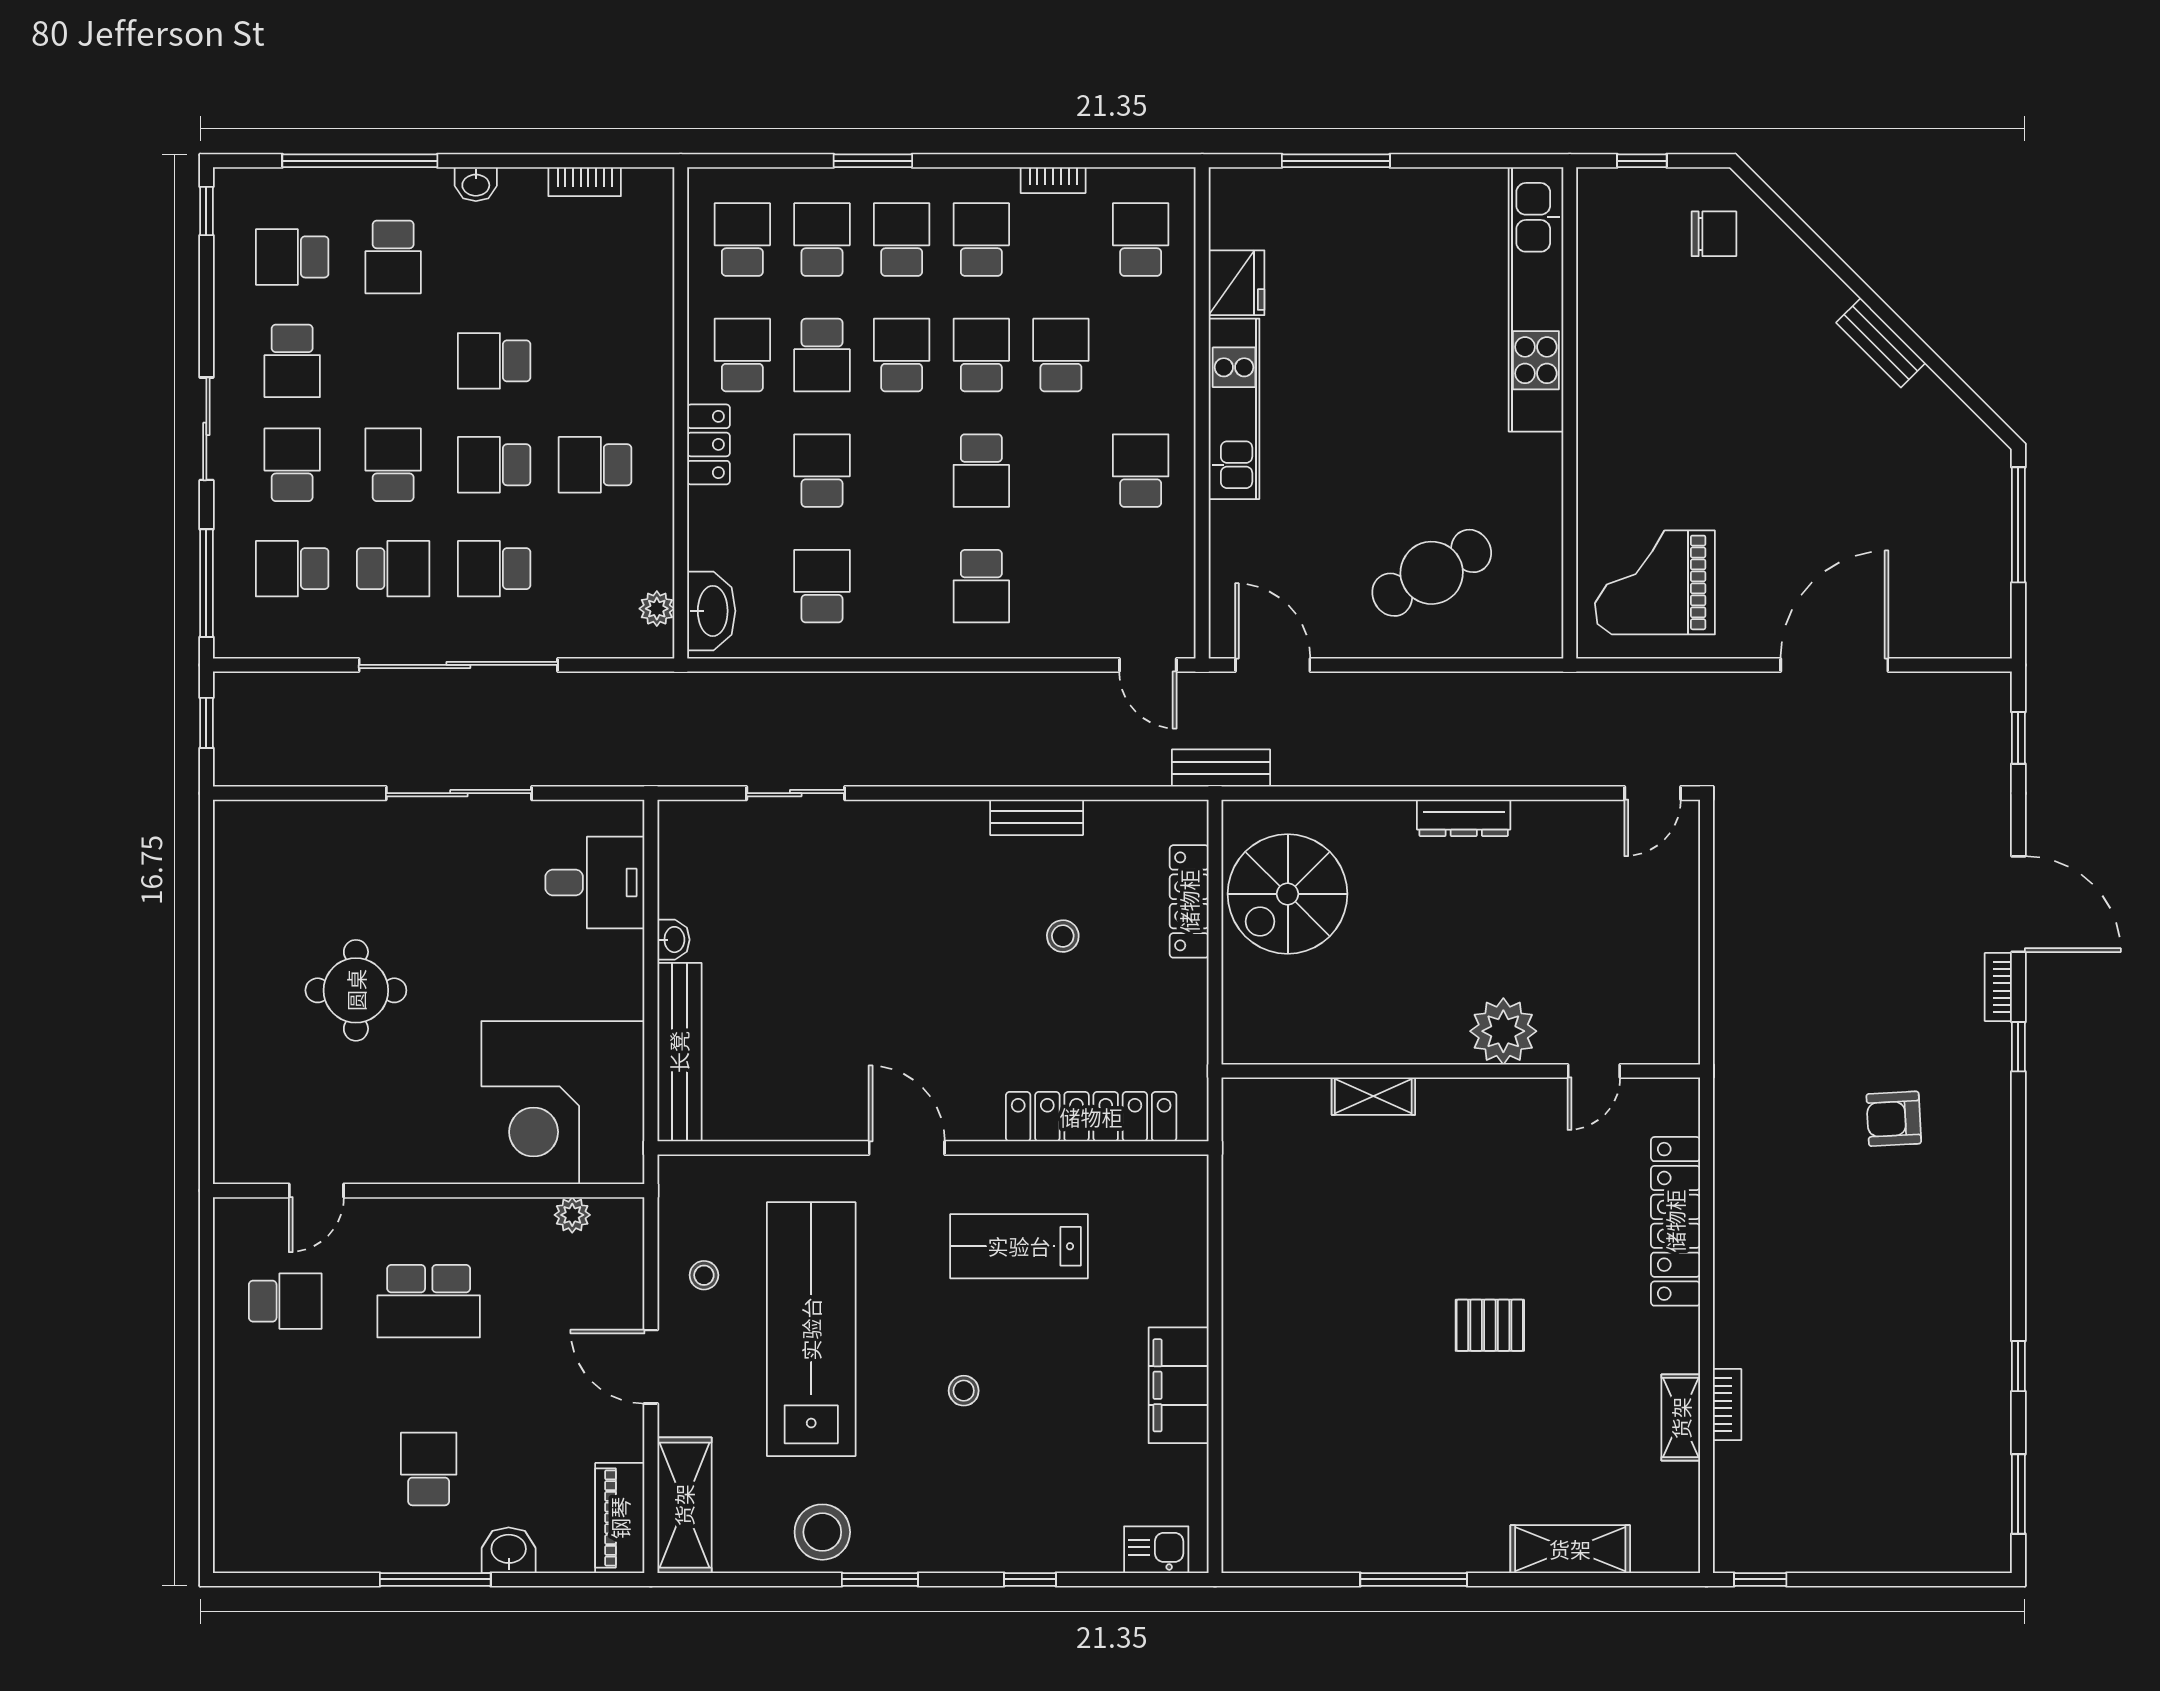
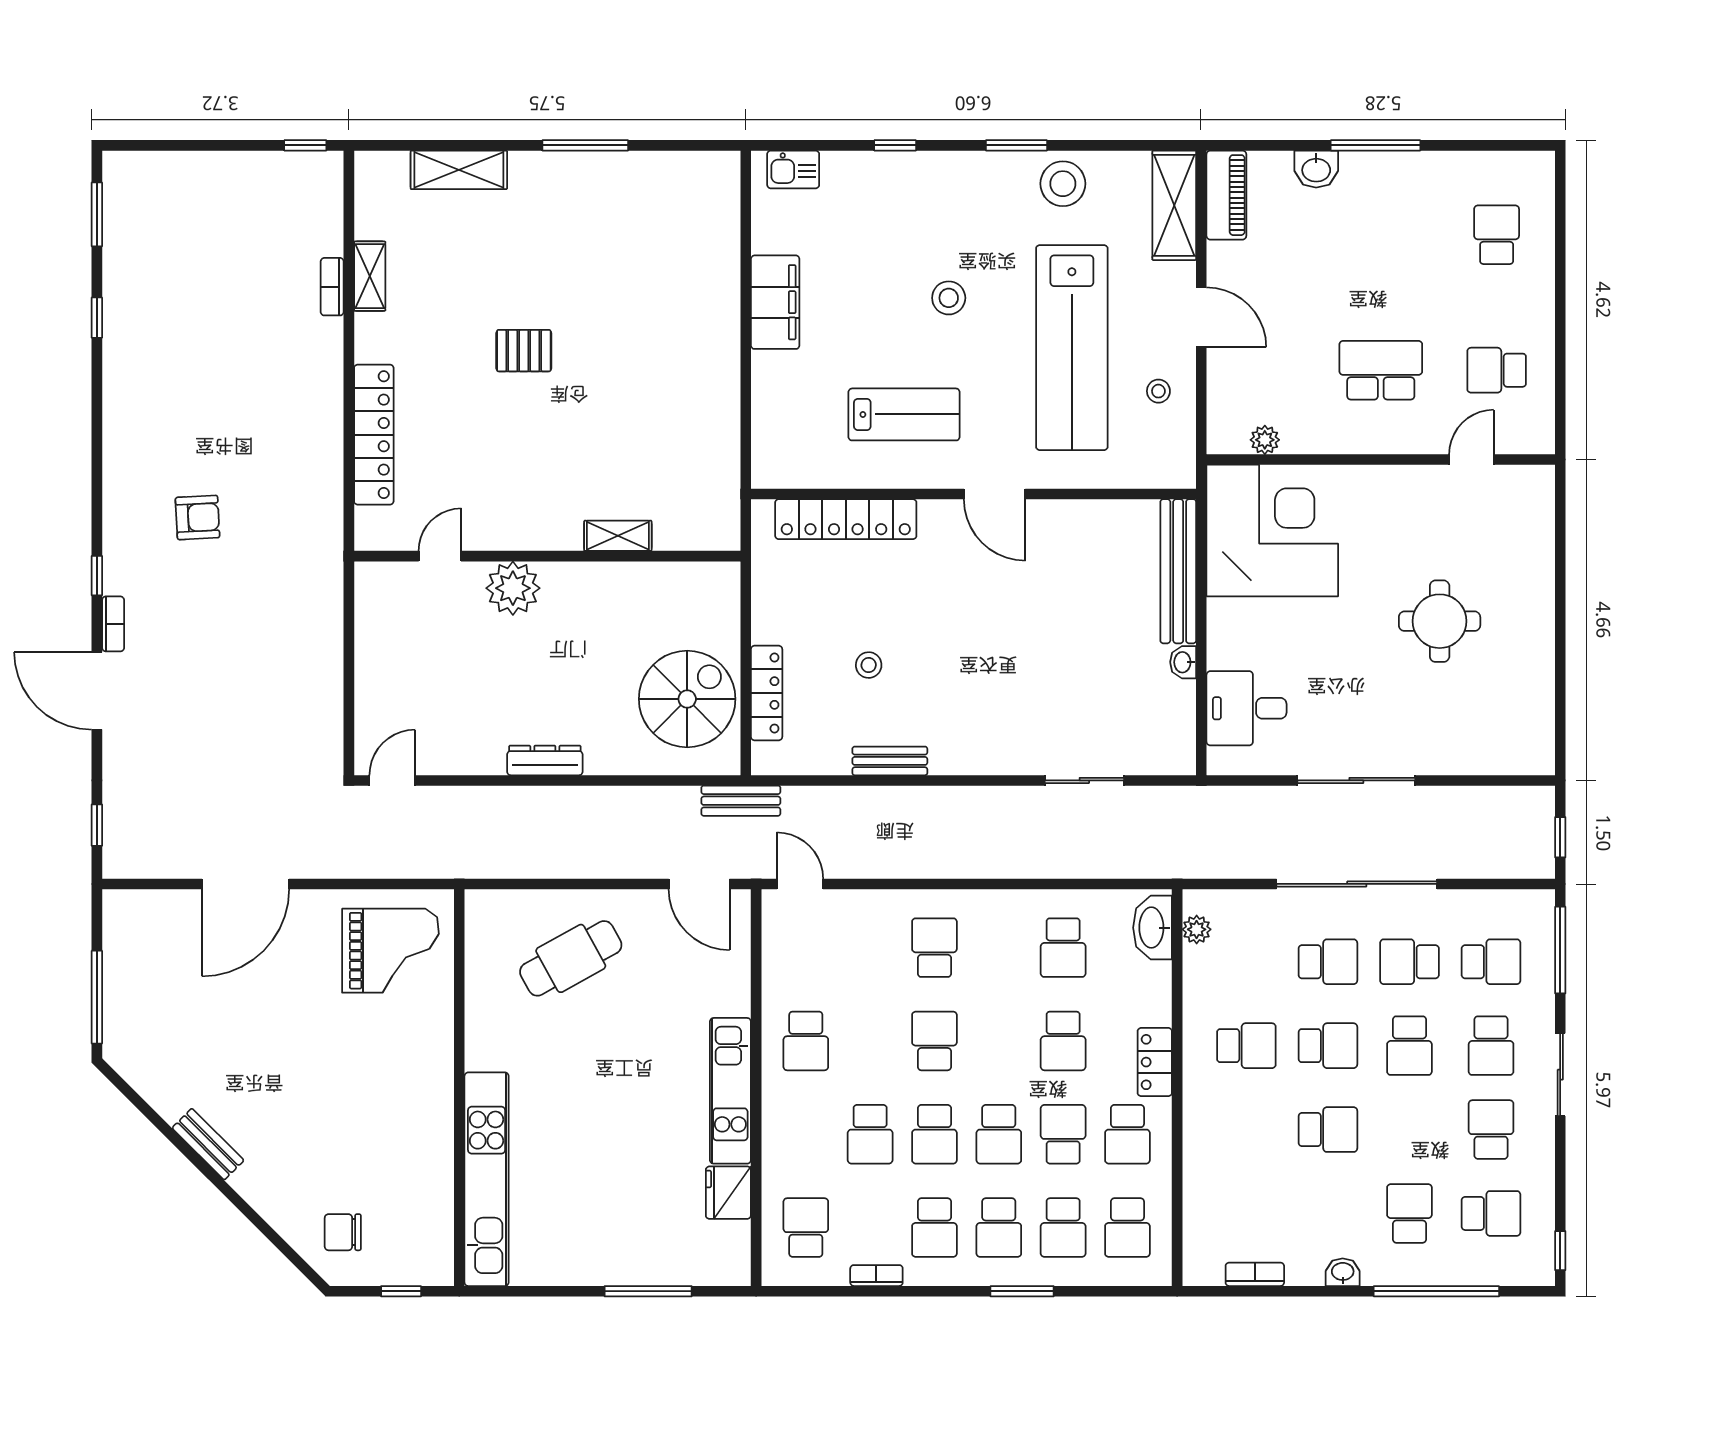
school desk: (1141, 240) -> (806, 1228), turned 180
stool: (964, 1391) -> (949, 298), width x1.37, depth x1.37
school desk: (429, 1469) -> (1497, 235), moved, turned 180

